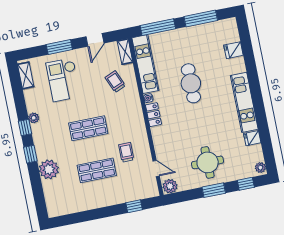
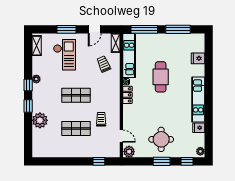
checkout: (63, 80) -> (64, 55), turned 180

